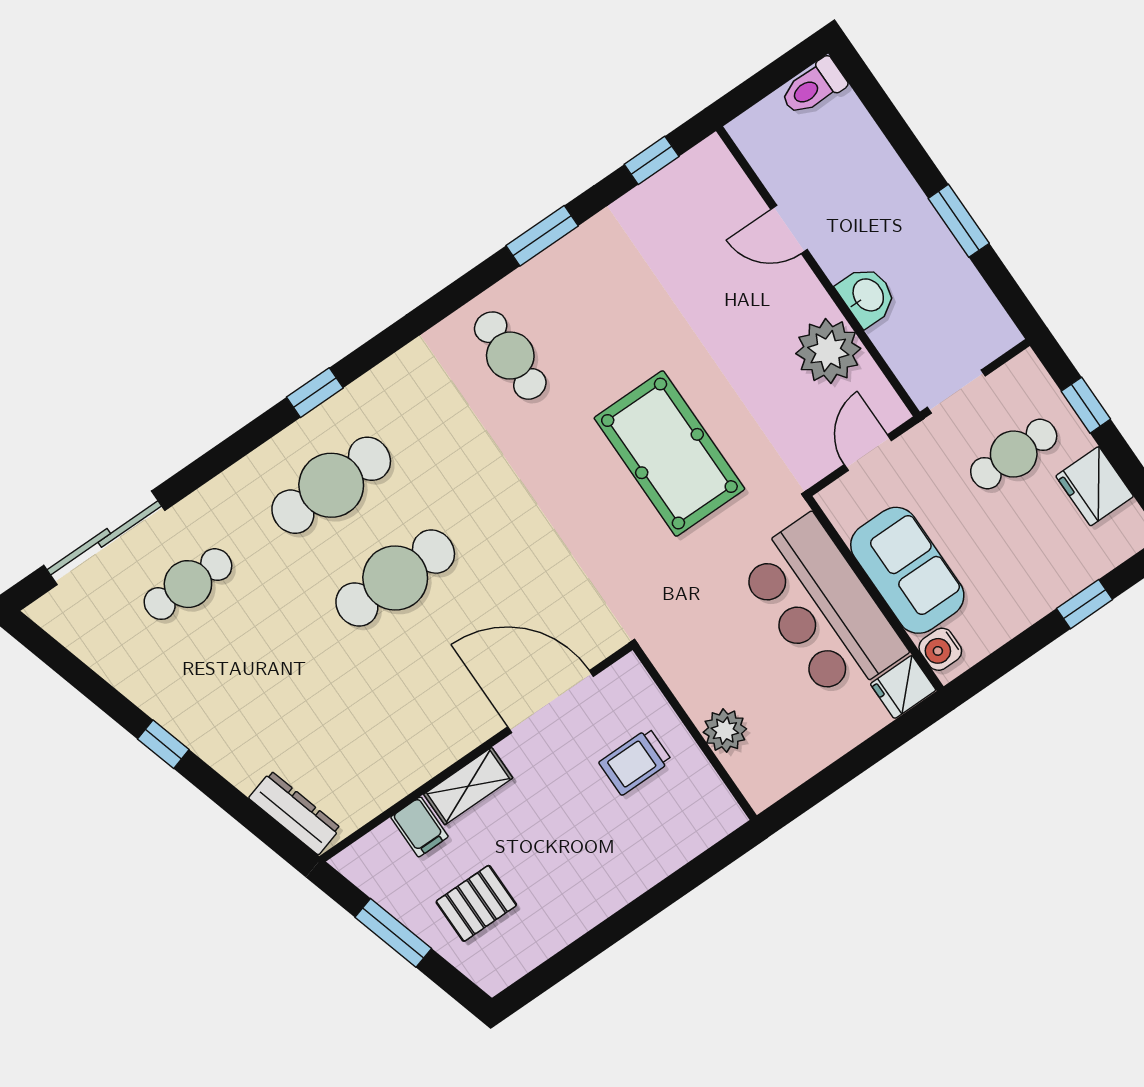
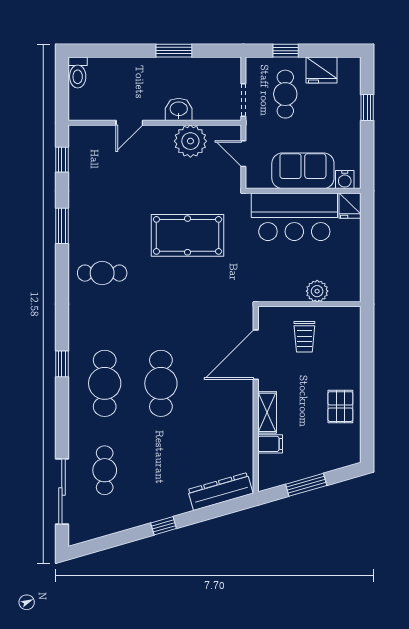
dresser: (295, 813) -> (220, 492), width x1.37, depth x1.24
pallet: (476, 903) -> (340, 407), moved

